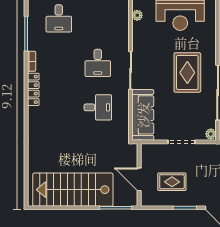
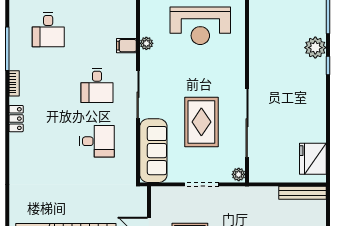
plant: (137, 15) -> (146, 43), moved
filing cabinet: (121, 31) -> (126, 46), added
rug: (187, 73) -> (201, 122), moved
locker: (33, 89) -> (16, 119), width x0.66

